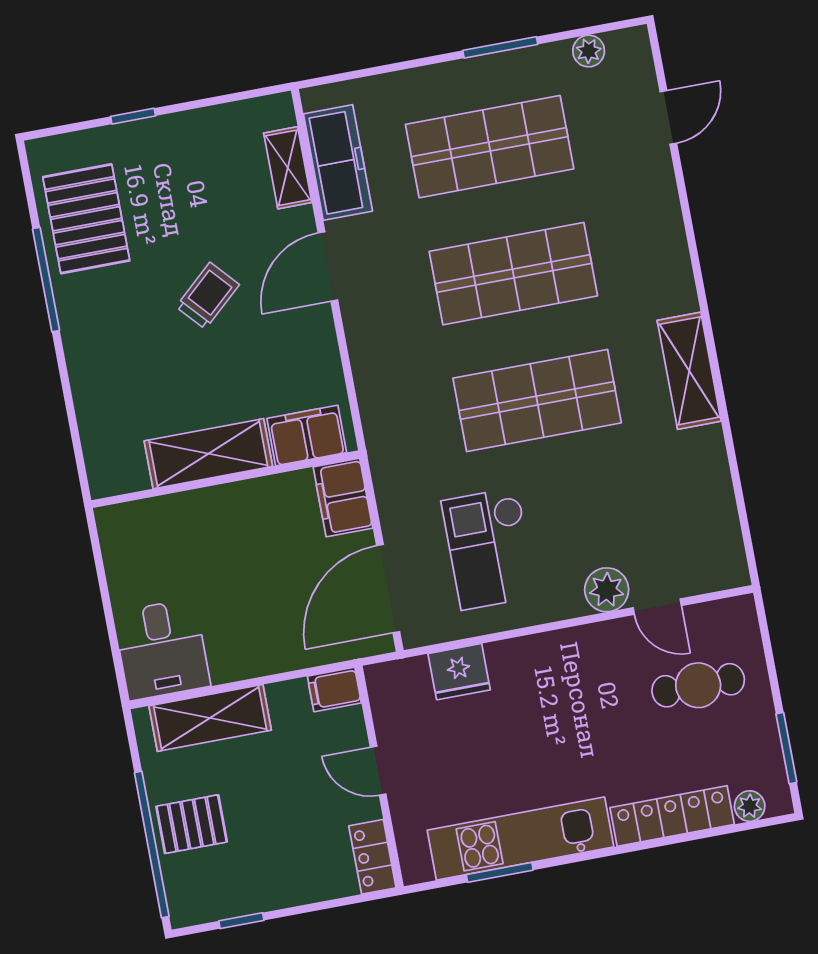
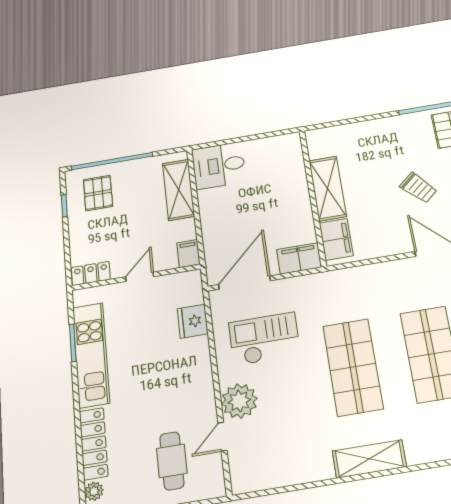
door: (388, 589) -> (244, 283), hinge flipped
plant: (607, 590) -> (239, 401), width x1.36, depth x1.36
pallet: (192, 824) -> (98, 193), moved

